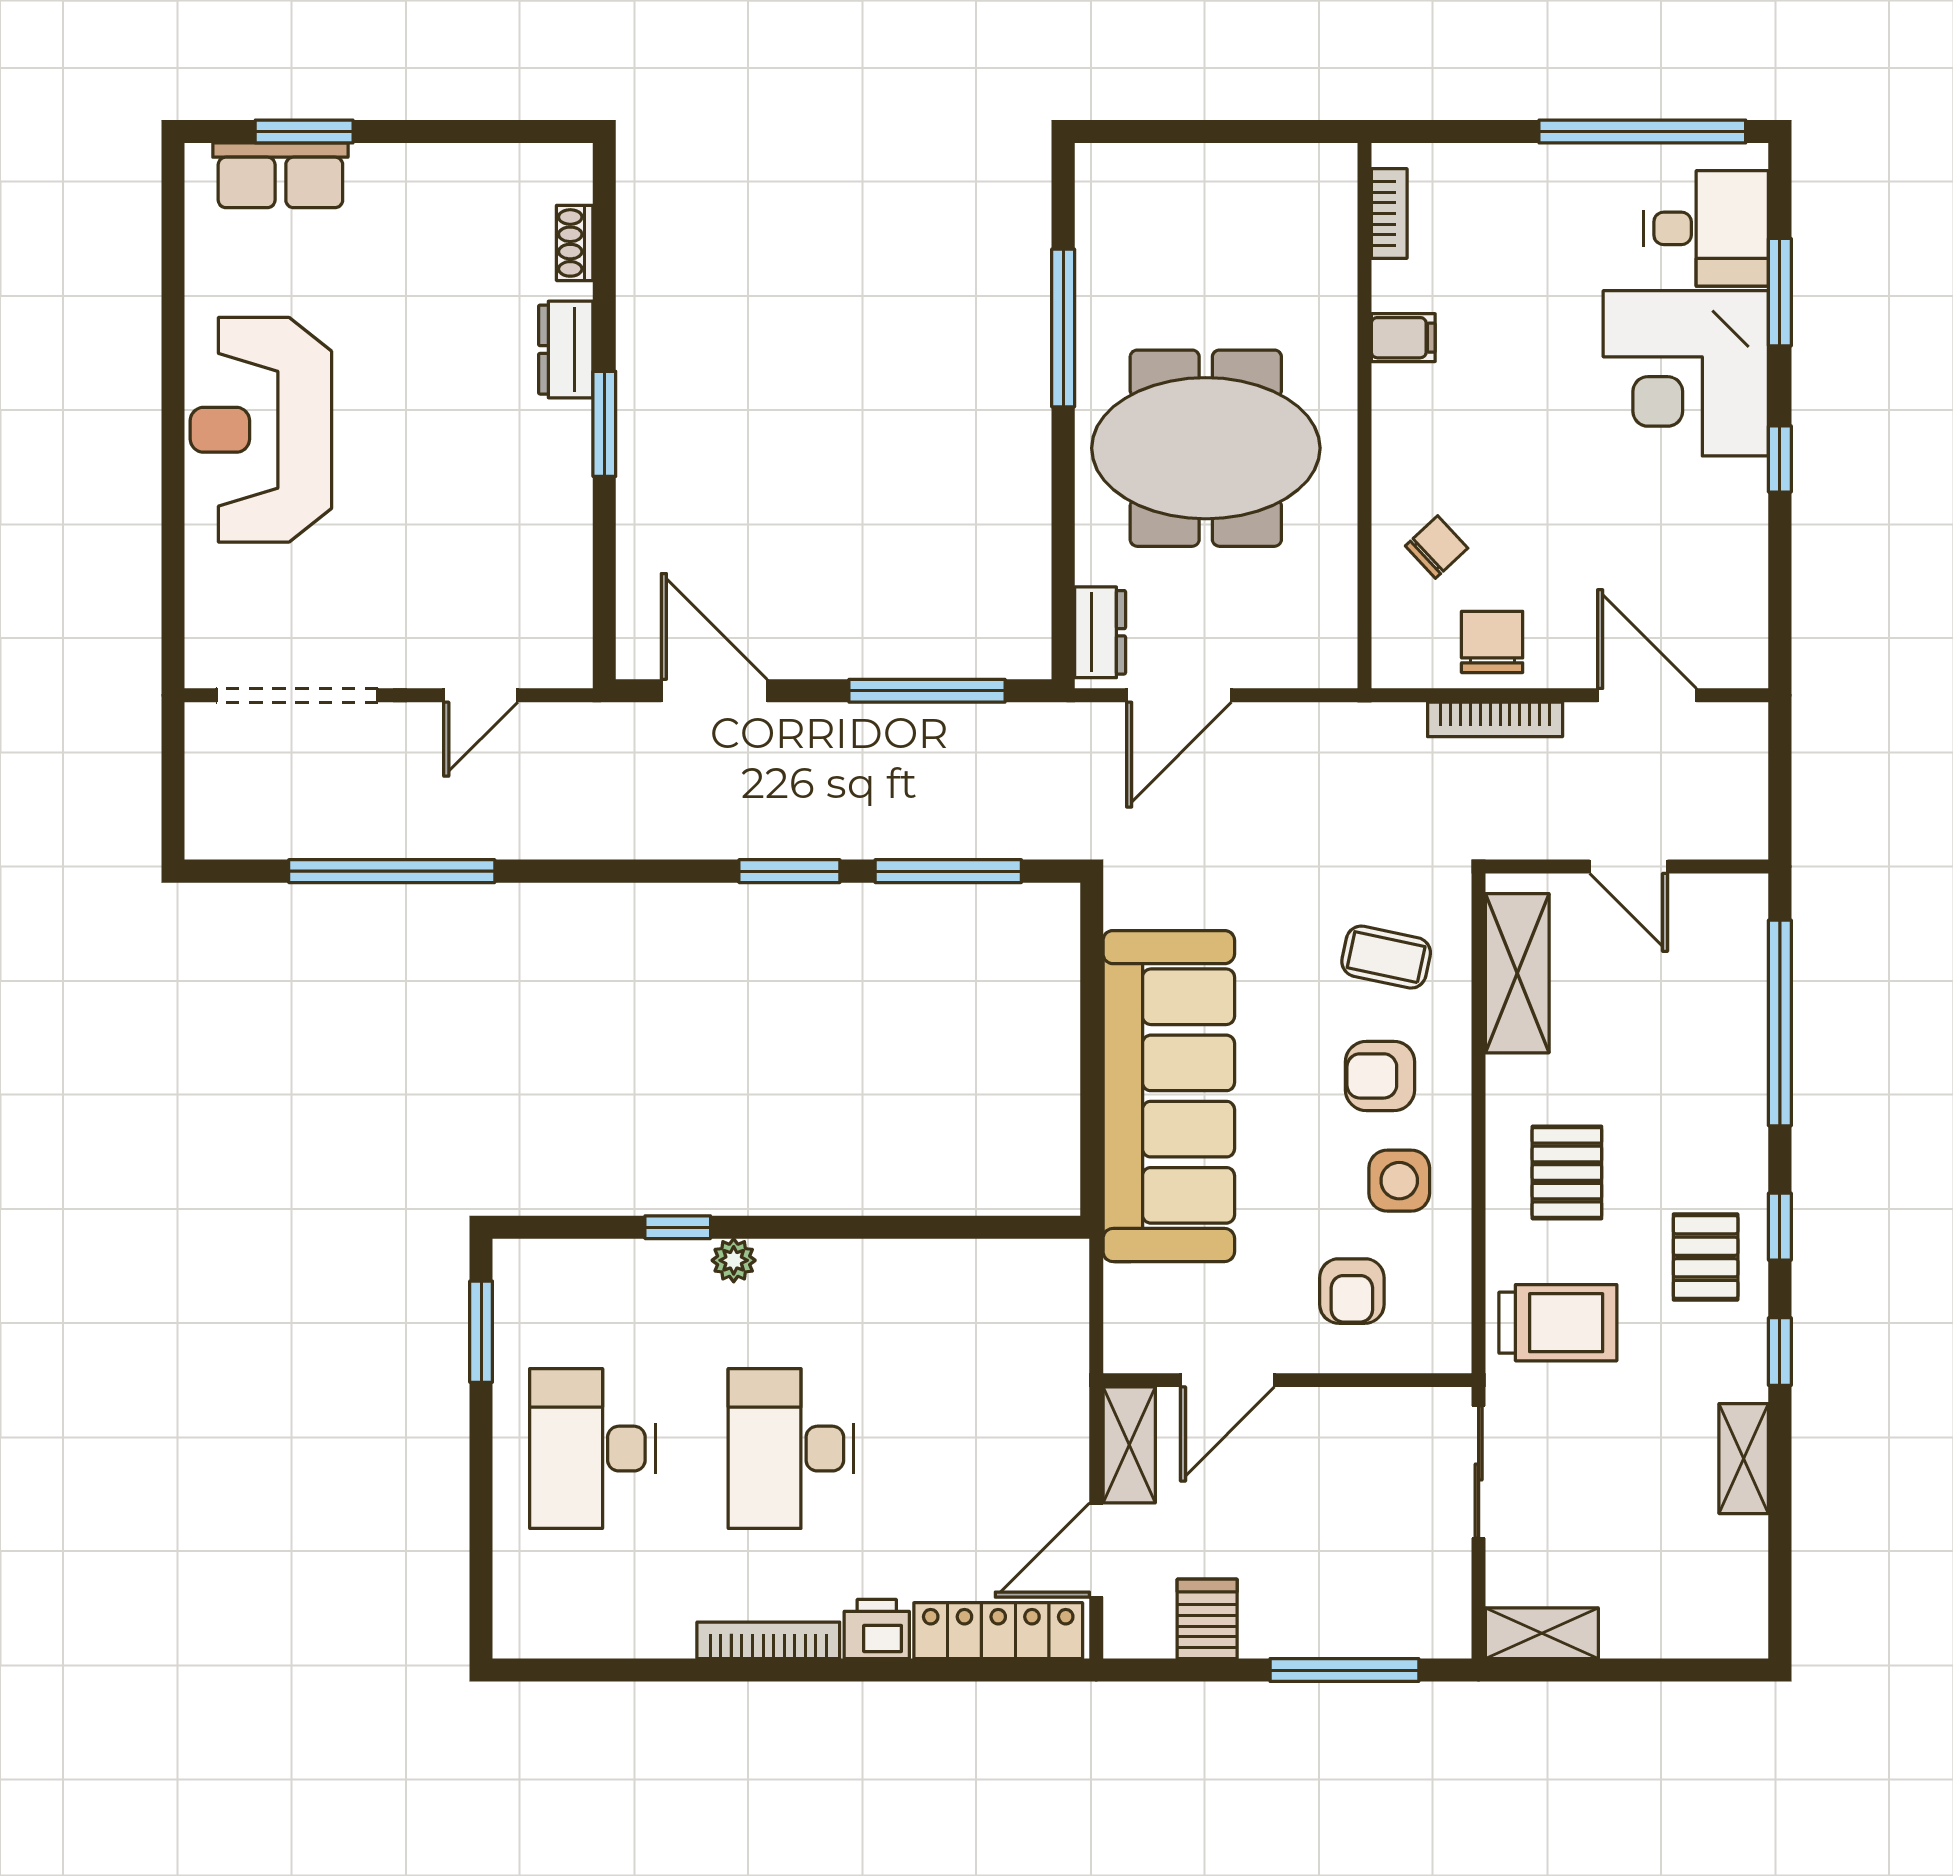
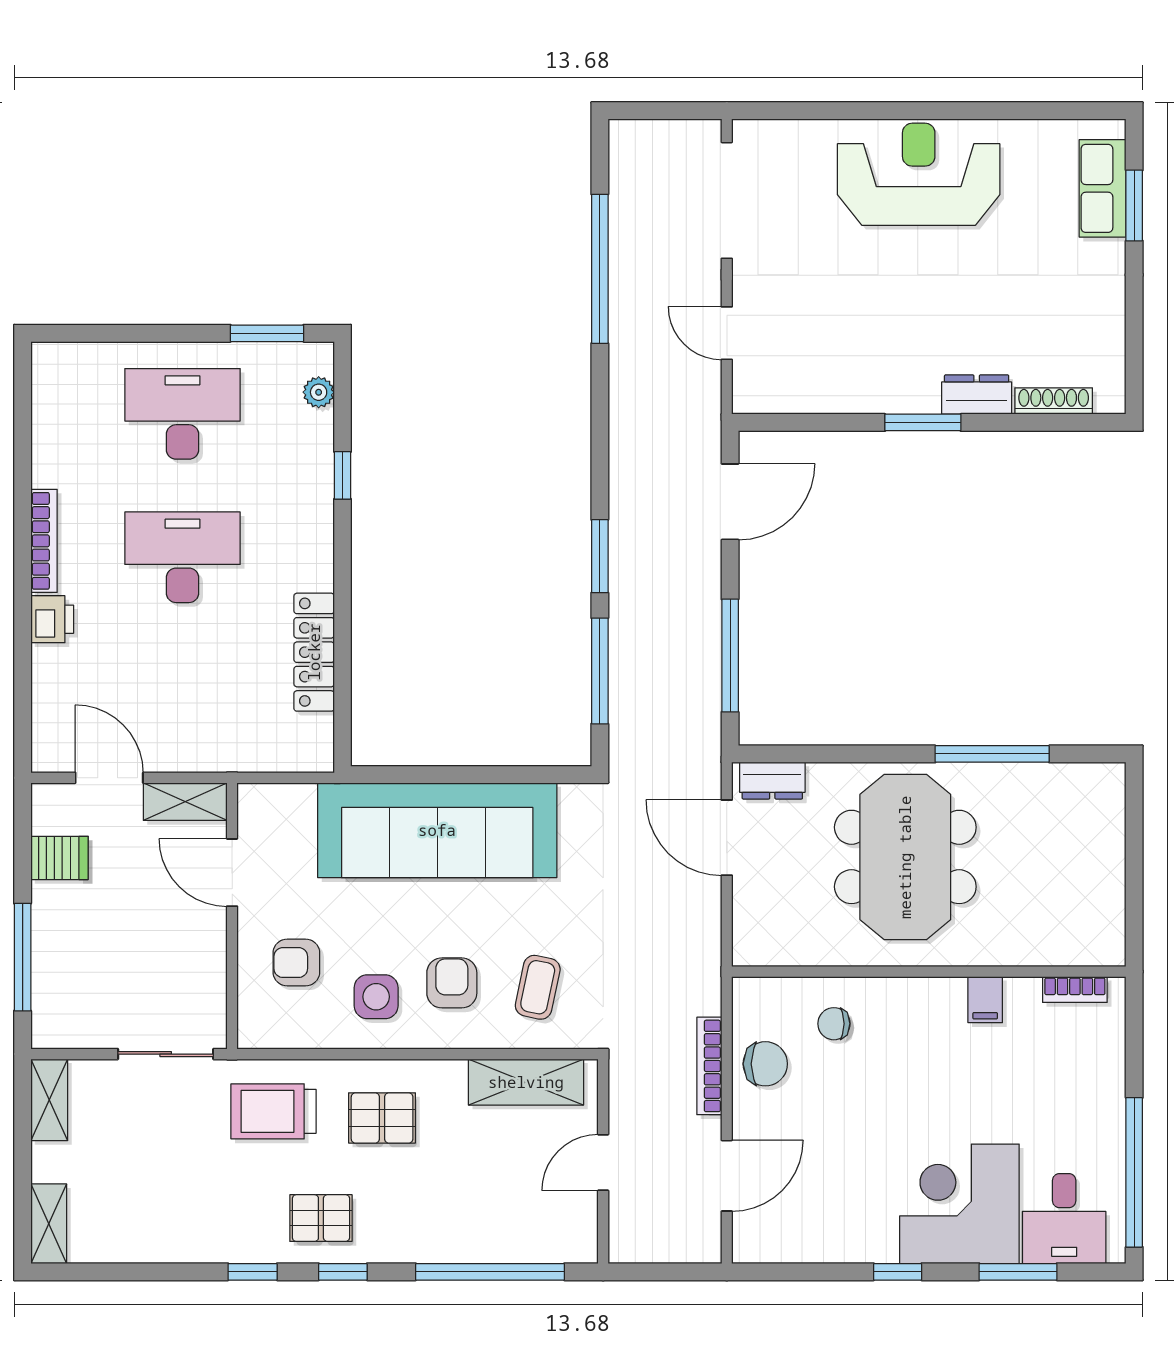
shoe rack: (575, 243) -> (1054, 401), width x1.43
chair: (1437, 547) -> (834, 1024), turned 133
plant: (734, 1260) -> (319, 392), moved
trolley: (1558, 1323) -> (273, 1111), turned 90
shelving: (1744, 1459) -> (49, 1224), moved, turned 90
locker: (998, 1631) -> (314, 652), moved, turned 180

